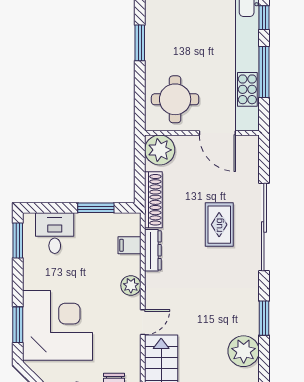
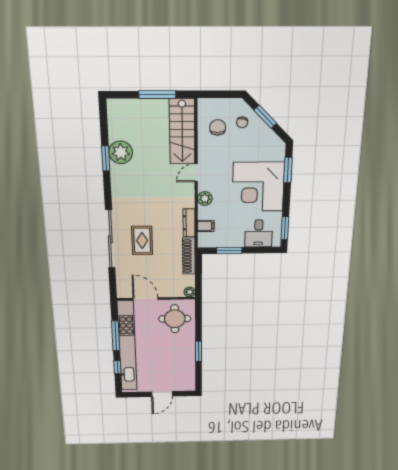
plant: (160, 150) -> (190, 292), width x0.53, depth x0.53
window: (264, 318) -> (106, 158), moved
corner desk: (57, 325) -> (258, 187), moved

